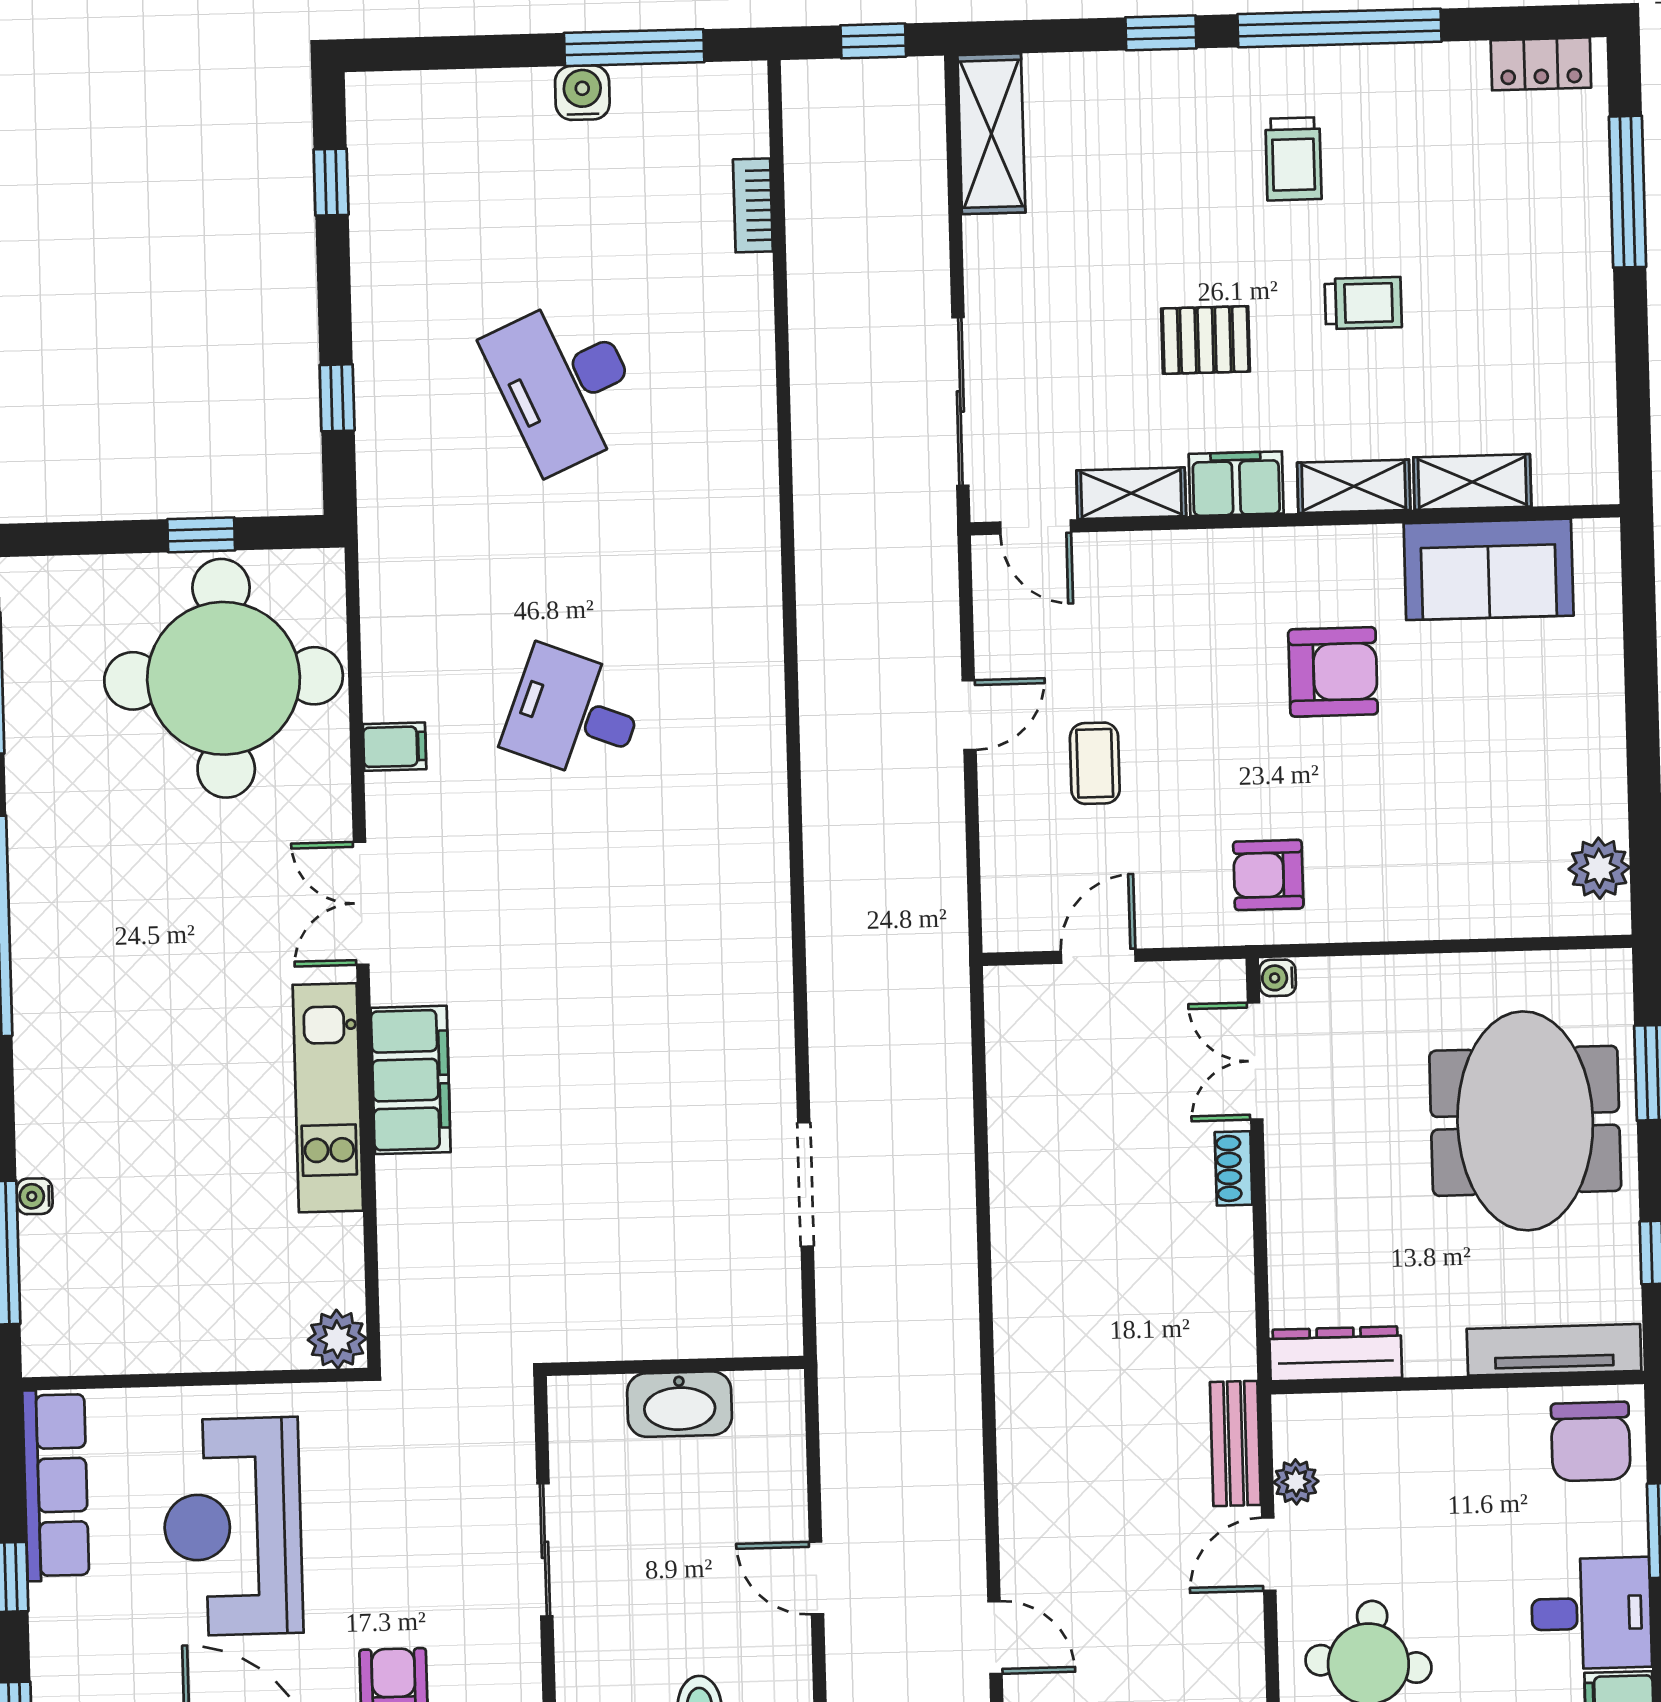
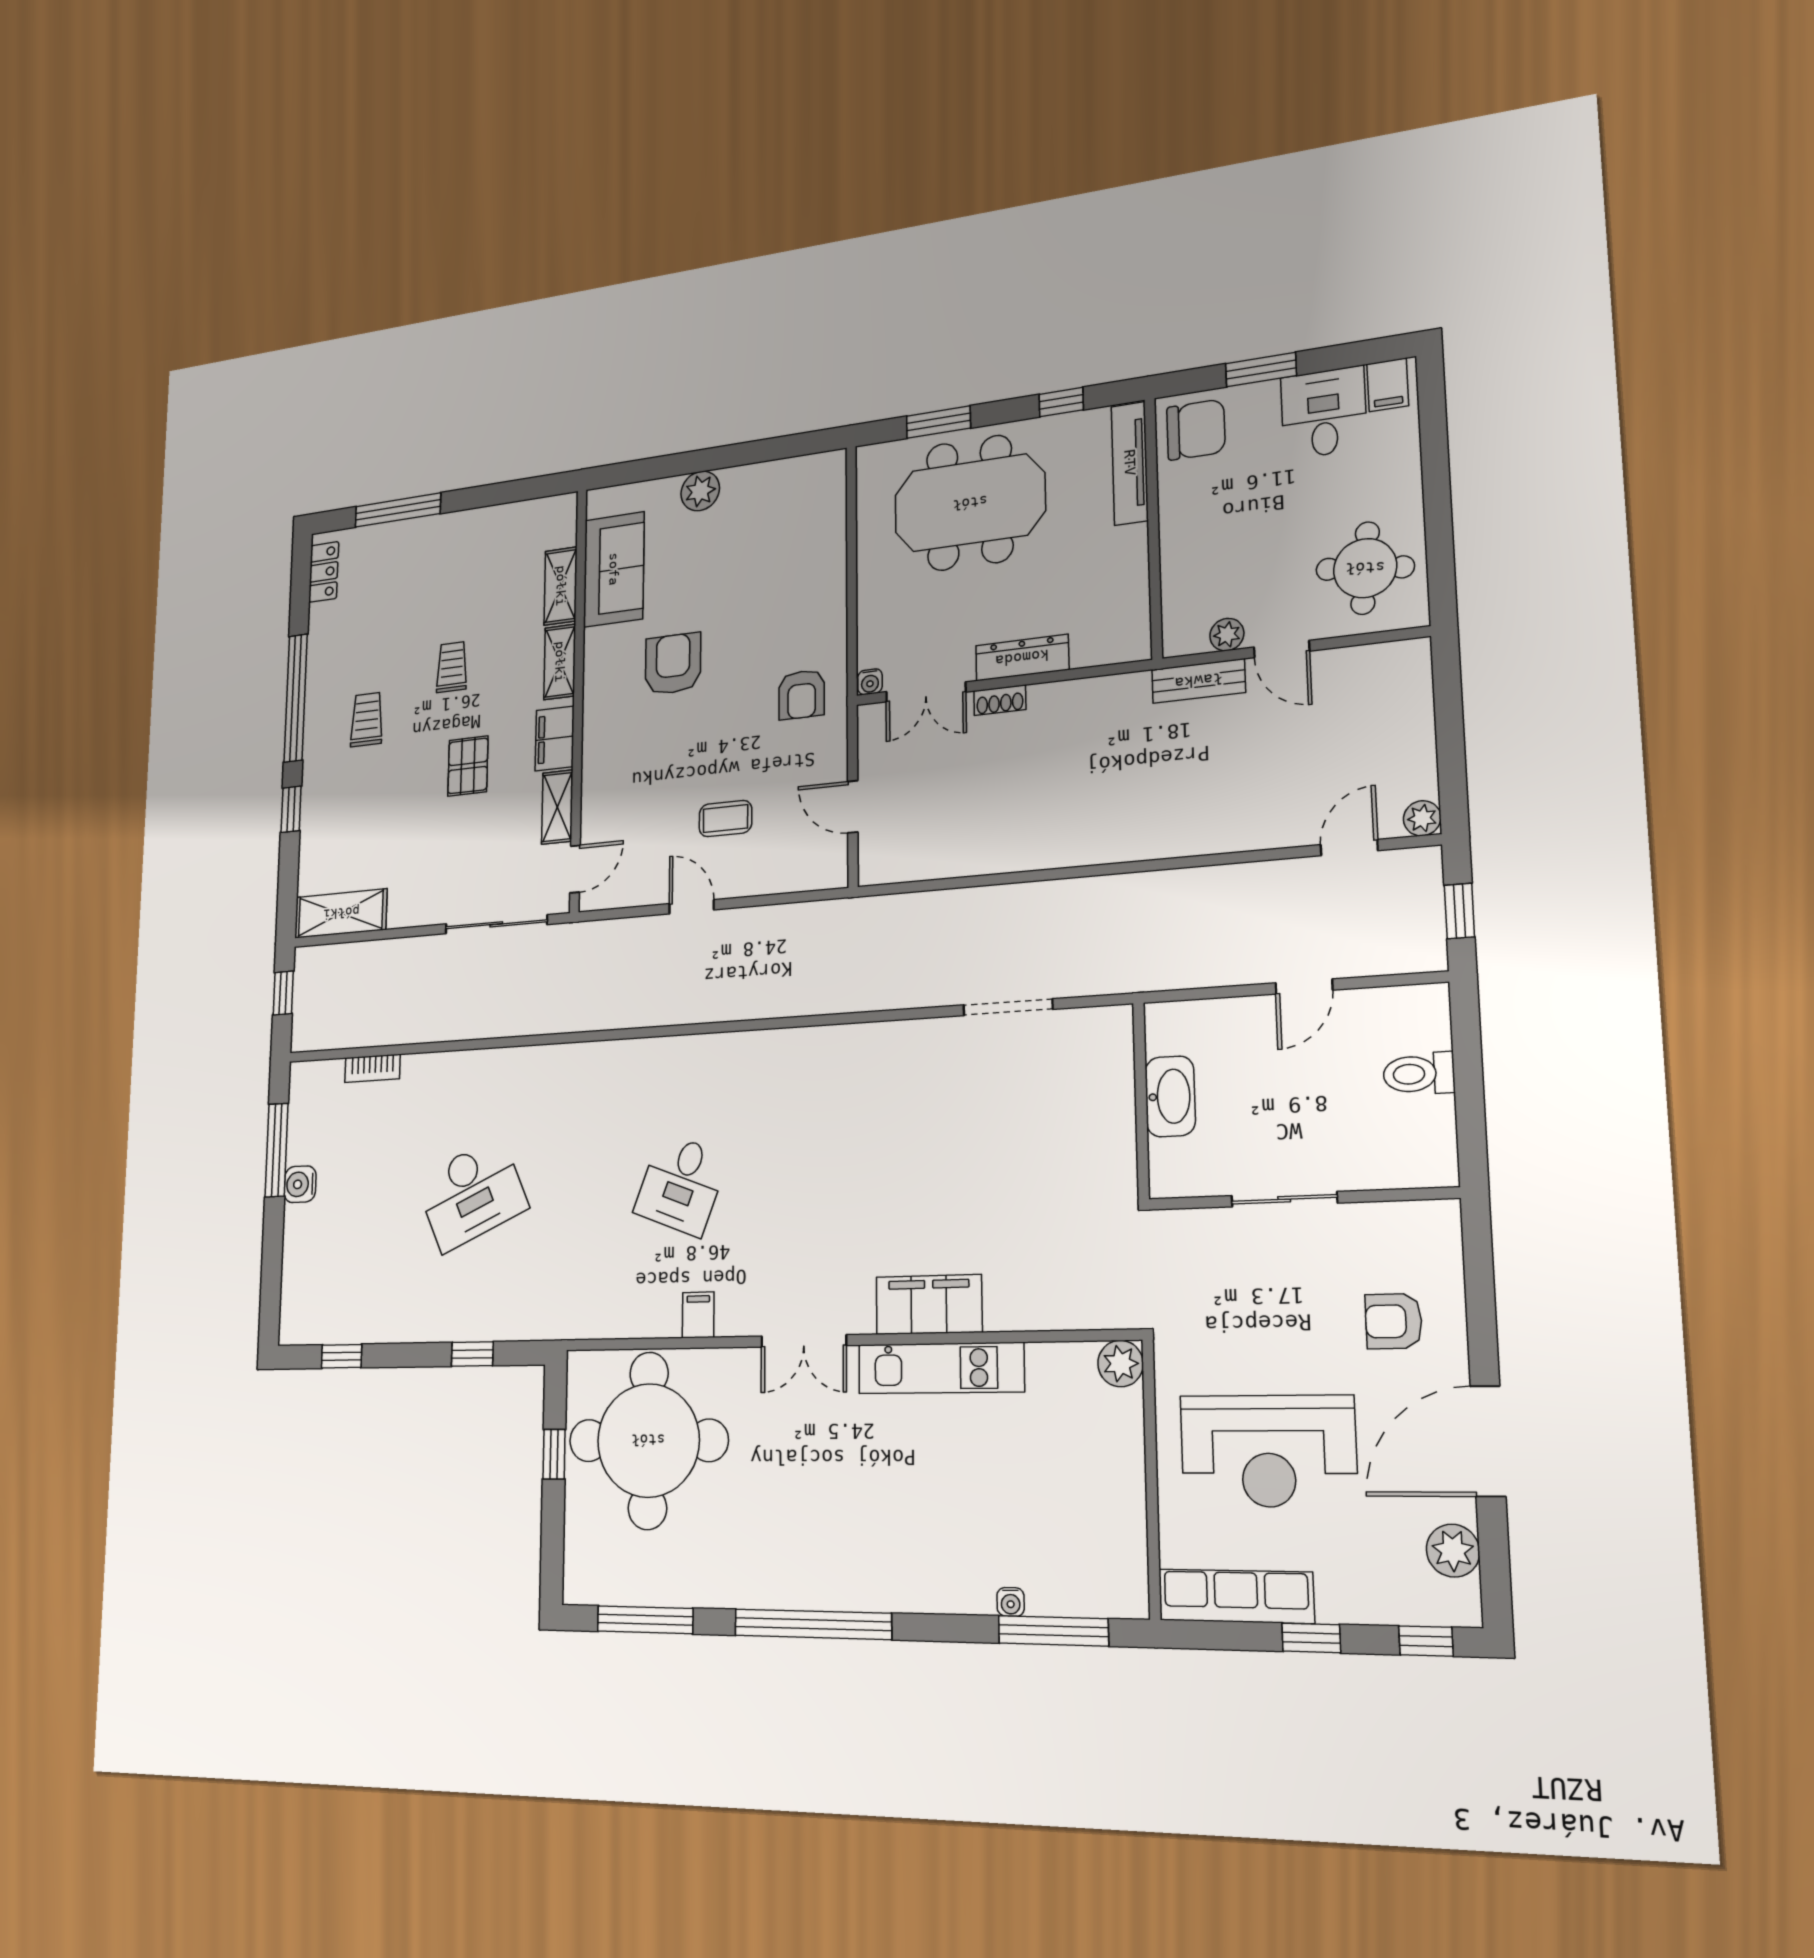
trolley: (1293, 159) -> (367, 719), turned -90
plant: (1599, 868) -> (700, 491), moved
dresser: (1336, 1354) -> (1022, 658), moved, turned 90

